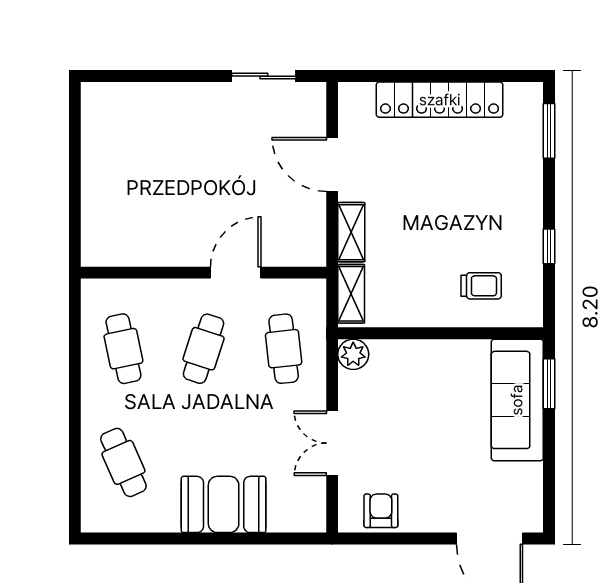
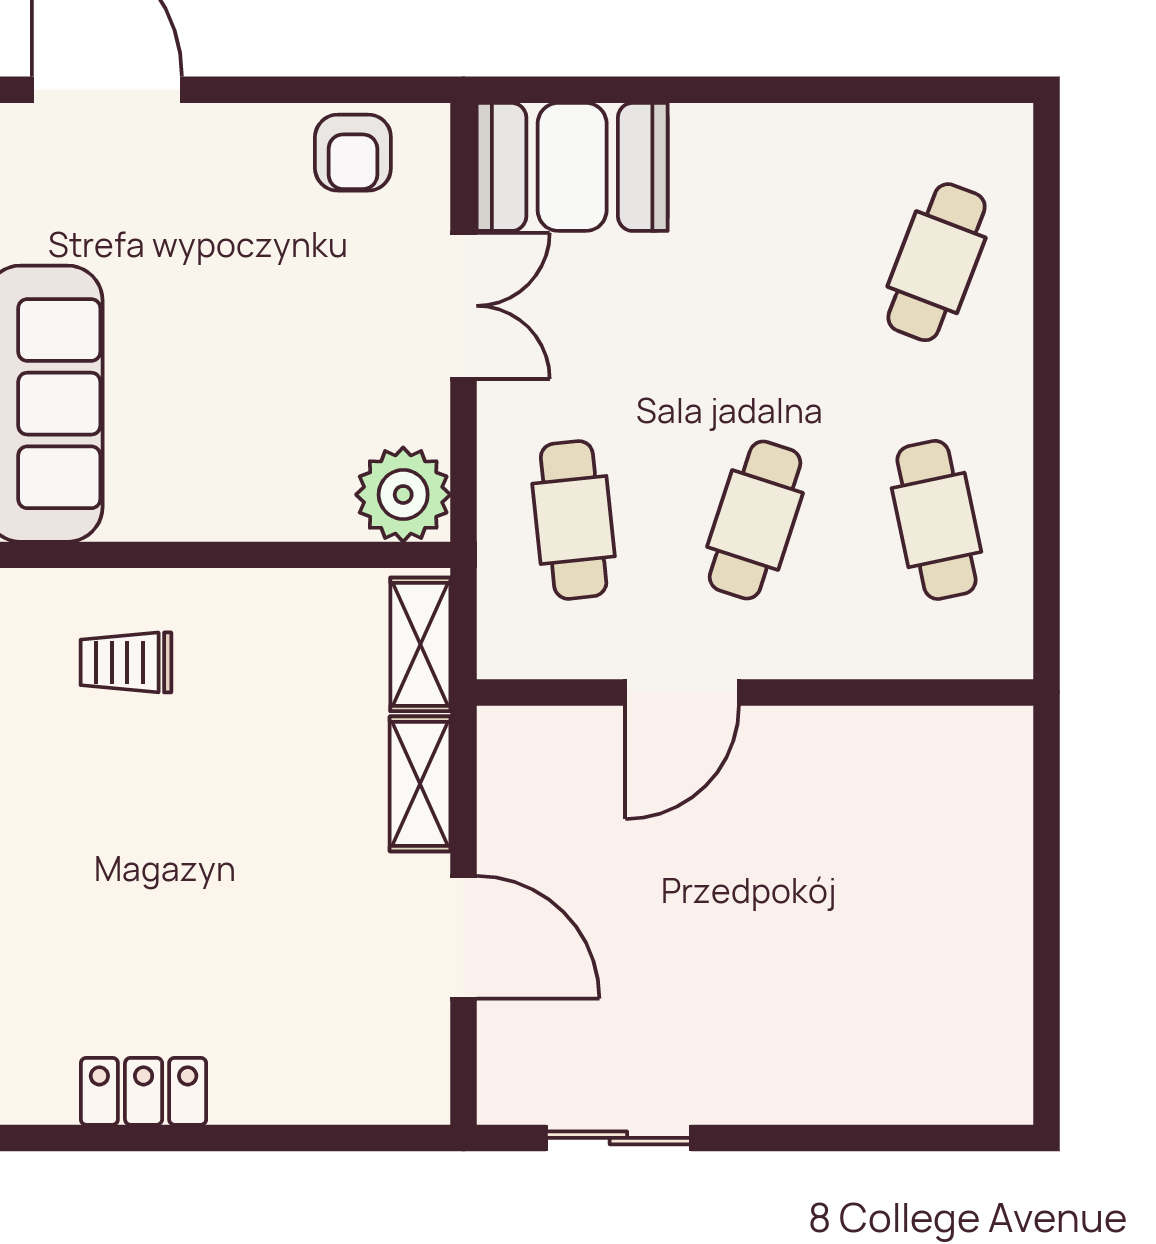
locker: (440, 100) -> (144, 1091), width x0.46, depth x0.83
plant: (353, 354) -> (403, 495), width x1.36, depth x1.36
cafe table: (123, 462) -> (937, 262), turned 45
booth: (224, 504) -> (572, 167), moved

